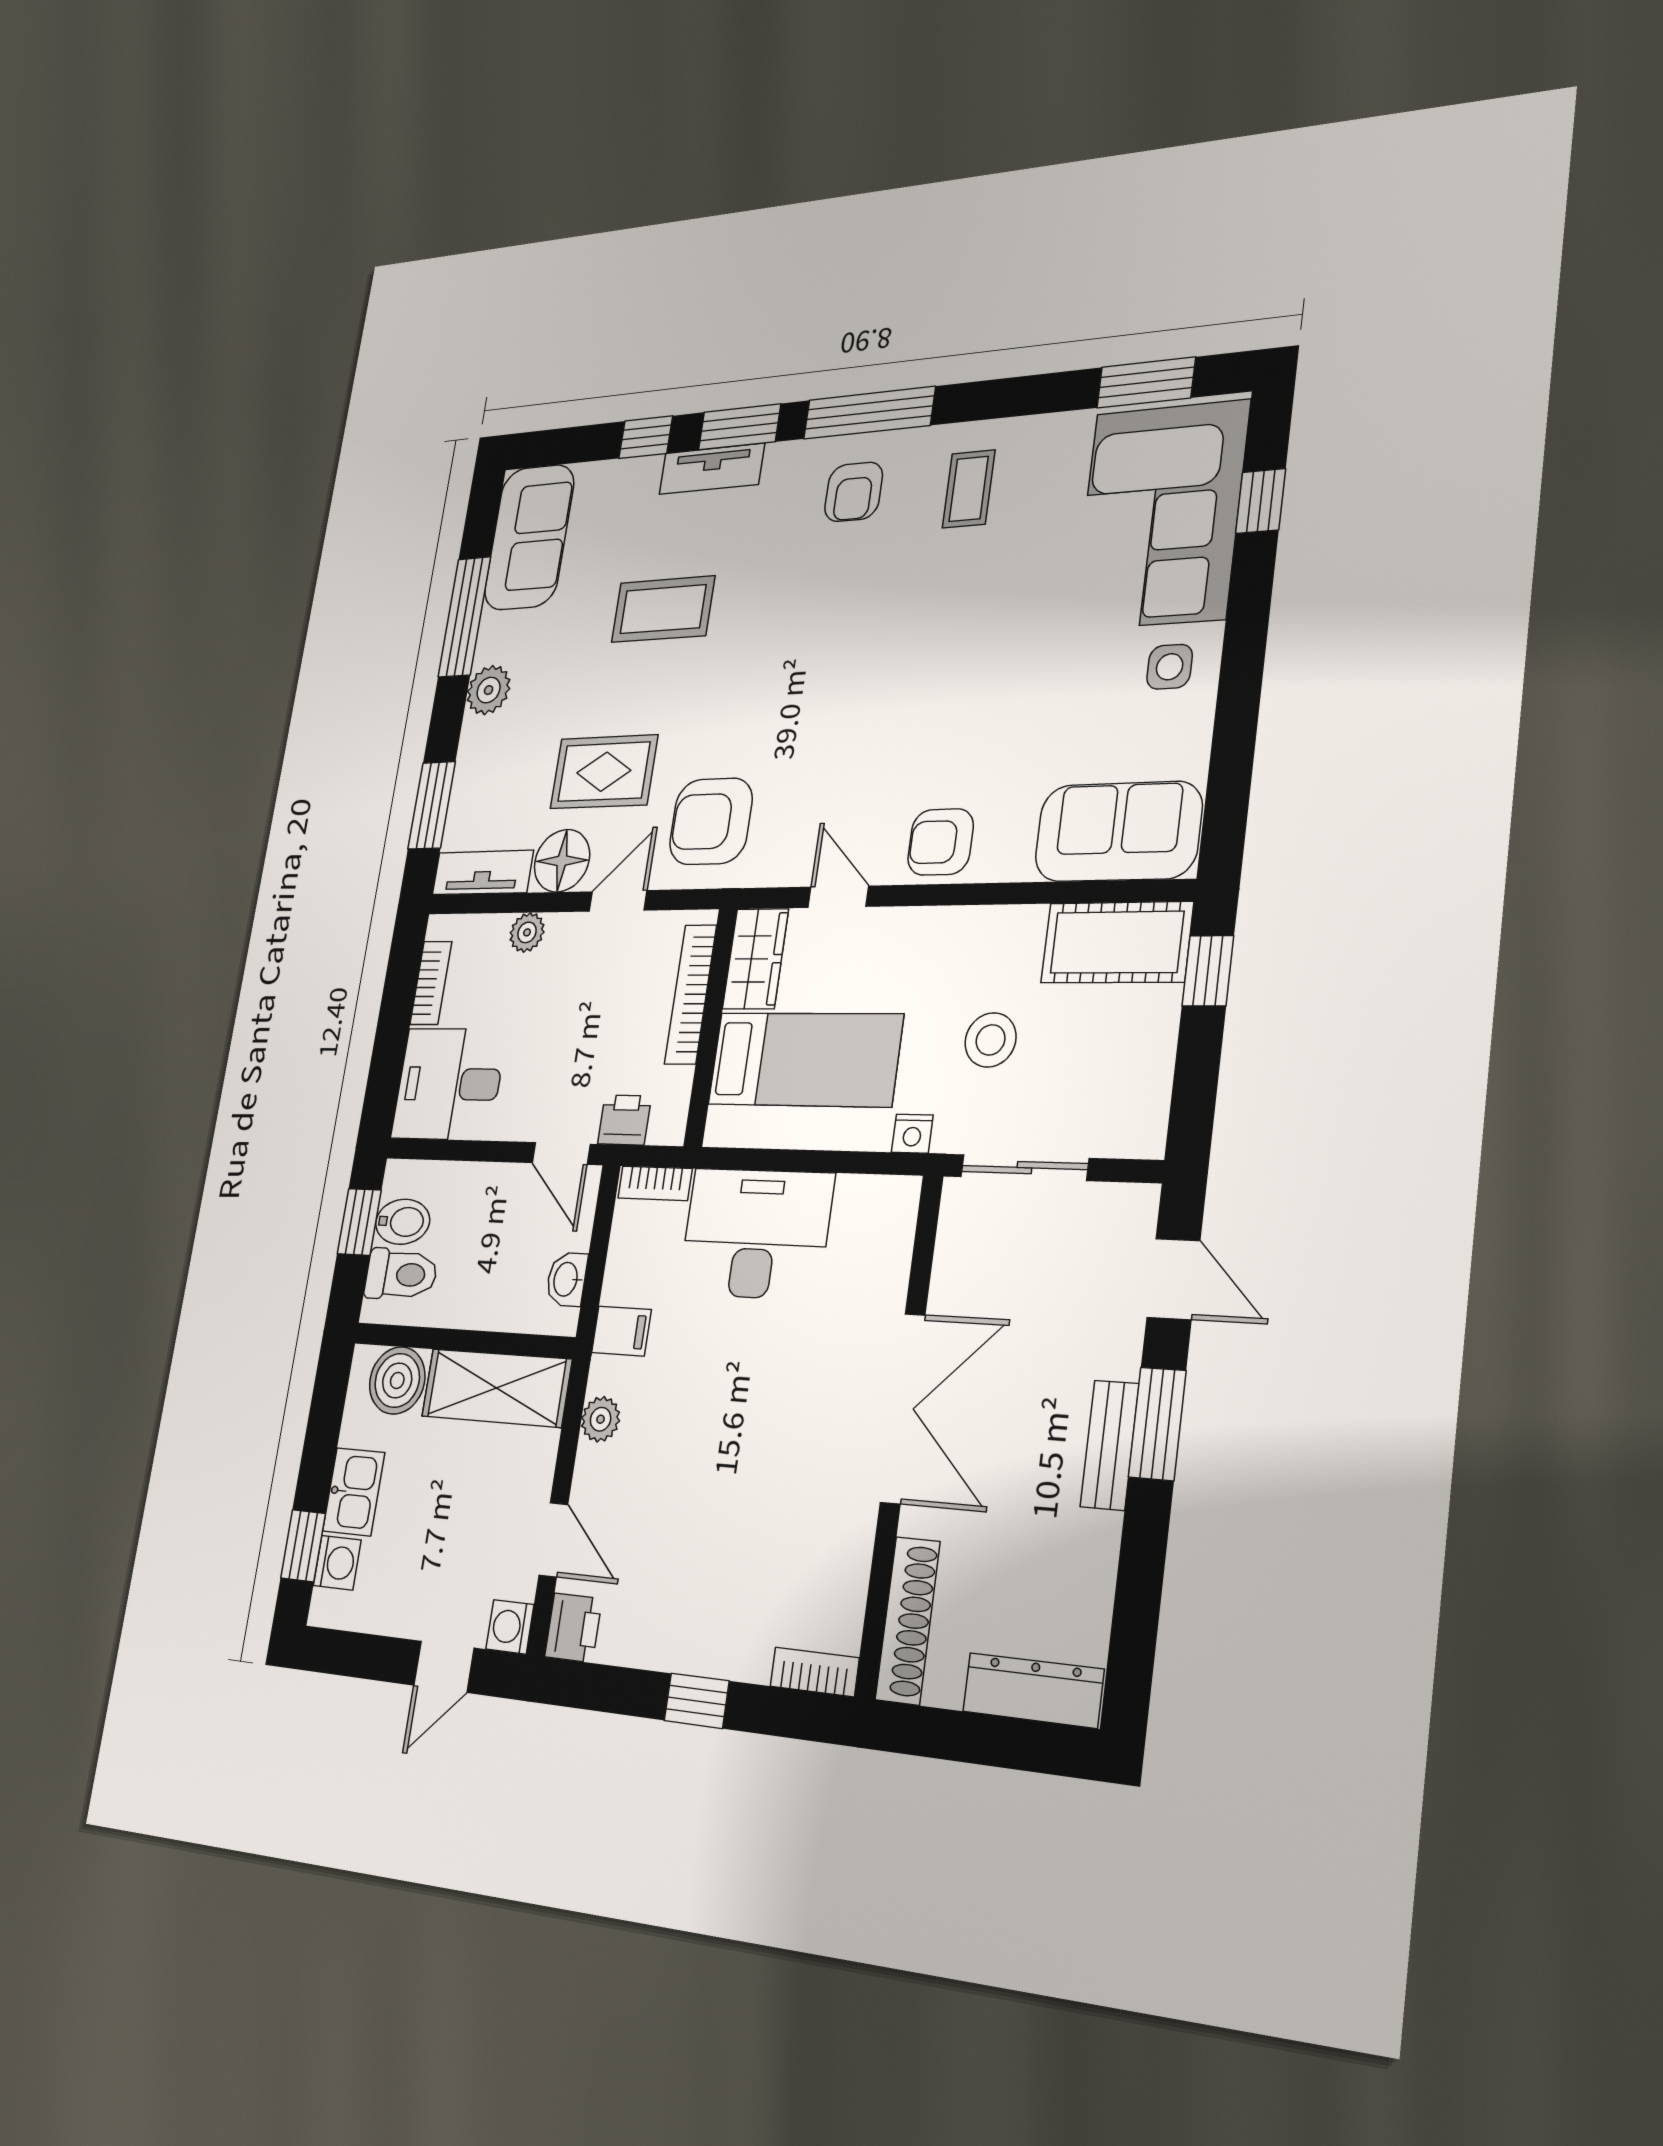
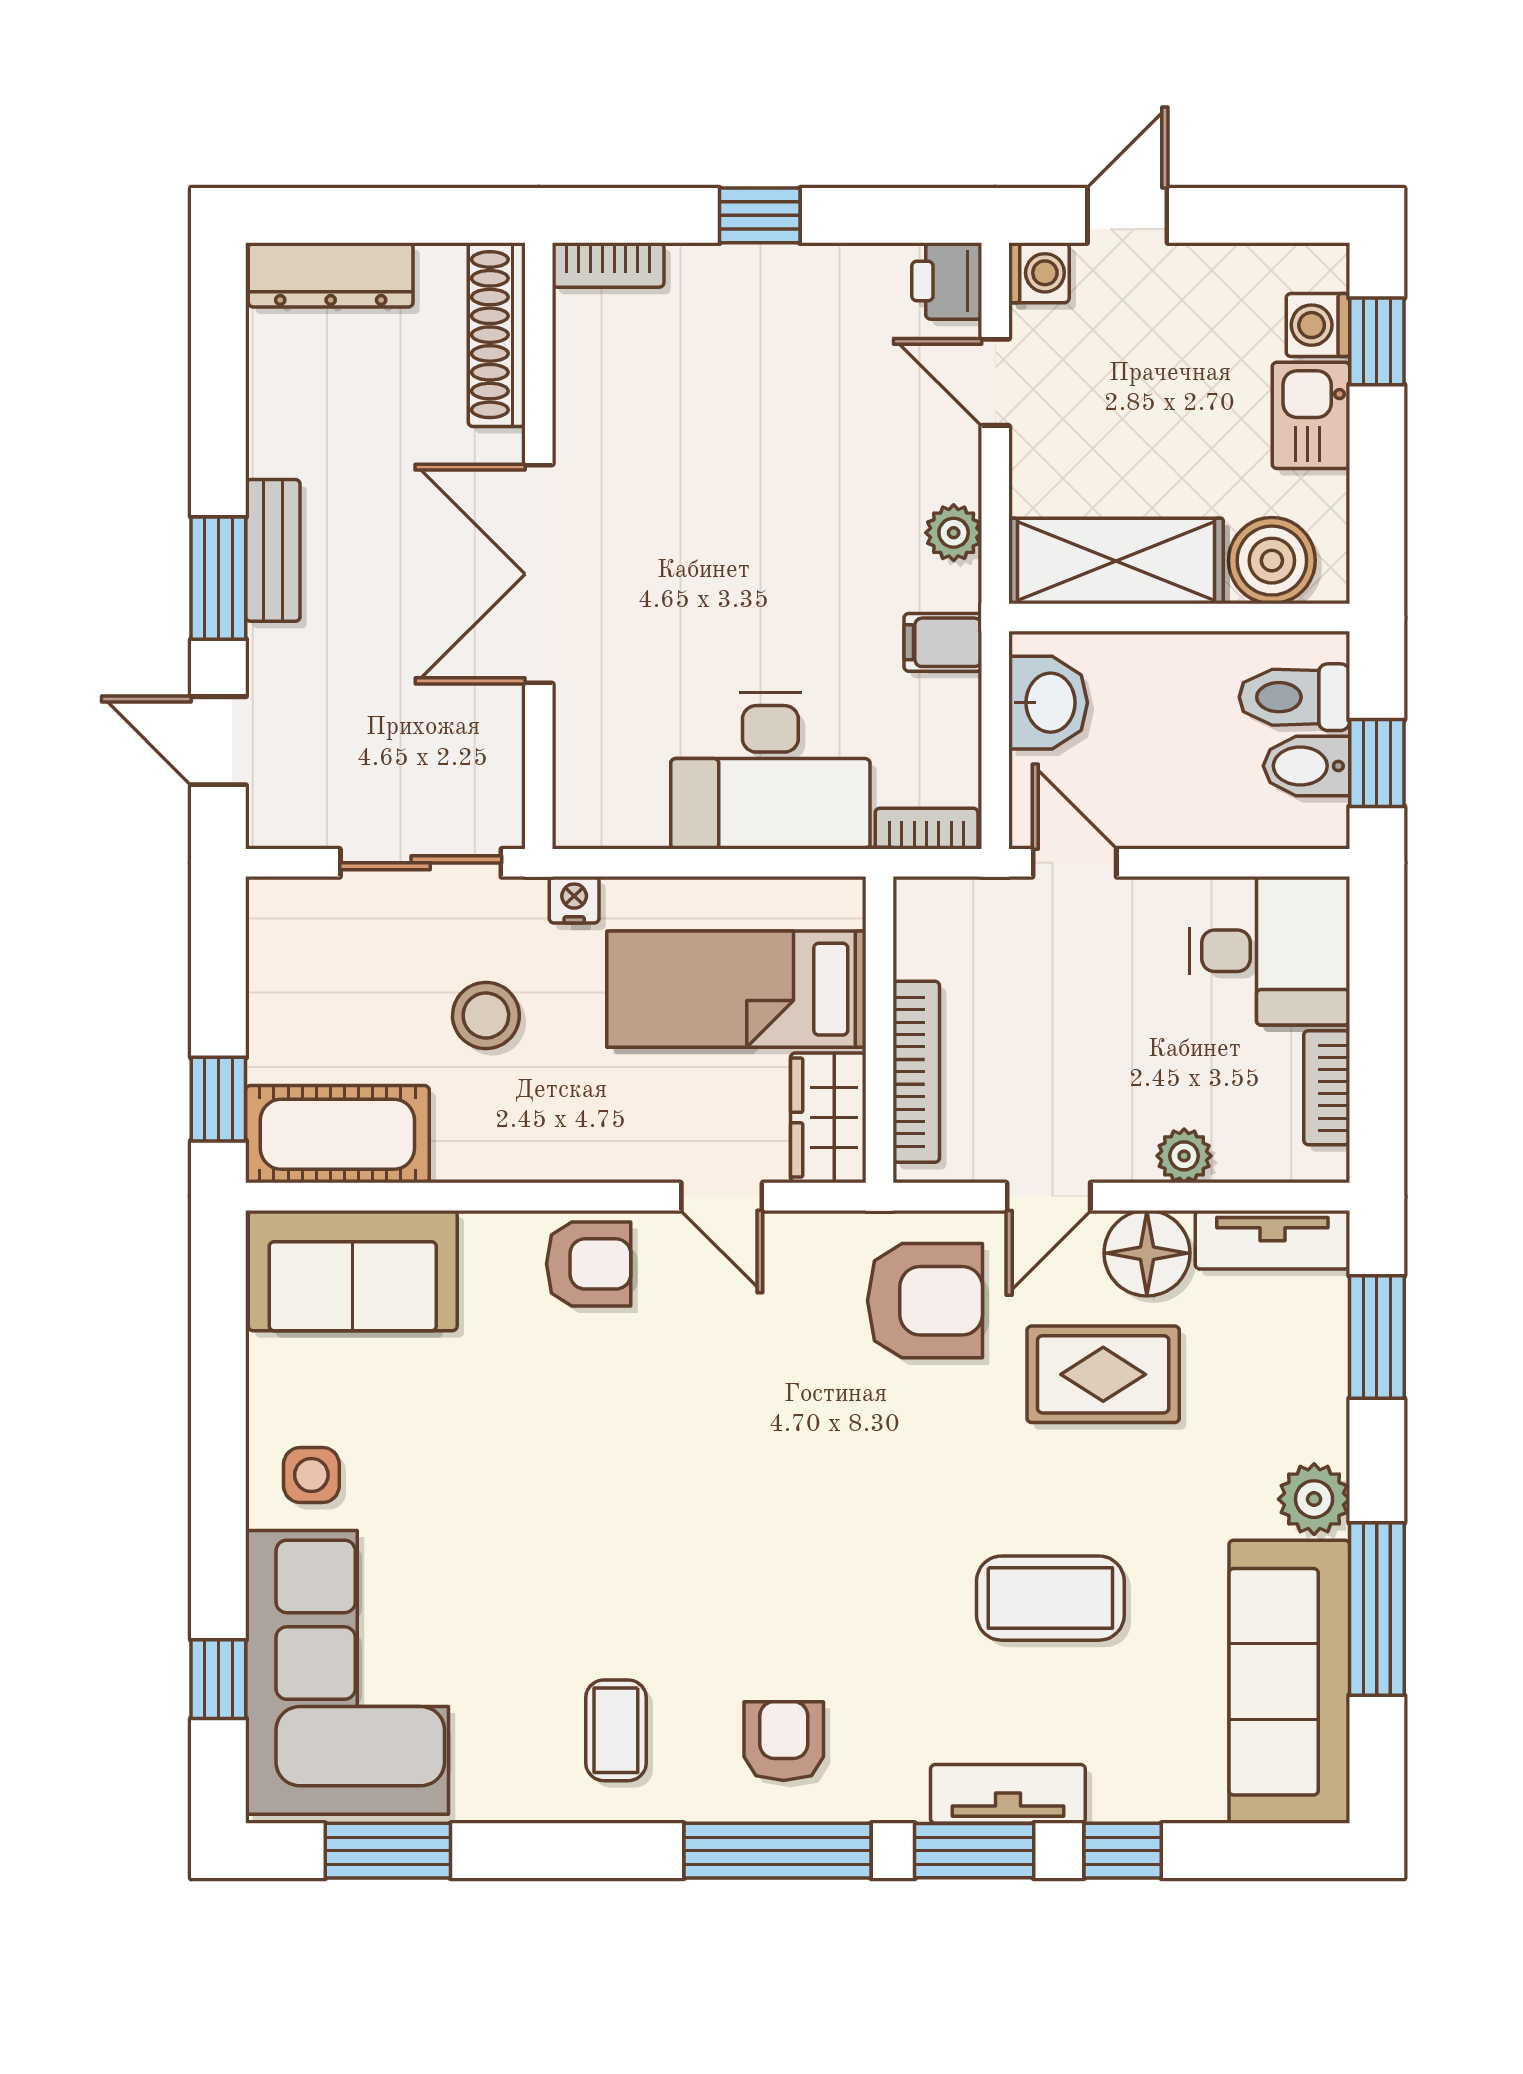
sofa: (529, 537) -> (1289, 1682), width x1.36
printer: (624, 1120) -> (986, 908), removed
washbasin: (567, 1279) -> (1048, 703), width x1.38, depth x1.45

